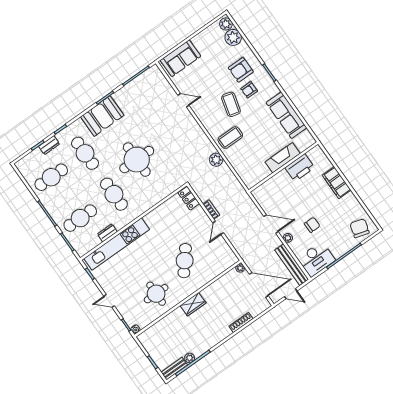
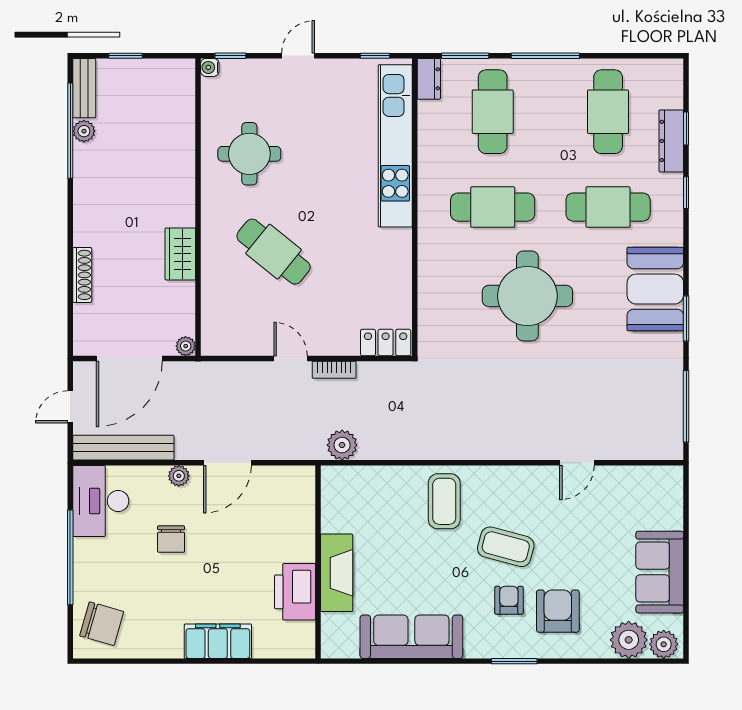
sofa: (180, 58) -> (660, 572), moved
dresser: (49, 145) -> (671, 141), width x1.44
plant: (216, 160) -> (342, 445), moved
dresser: (107, 233) -> (429, 79), moved
wardrobe: (193, 304) -> (180, 254), moved

